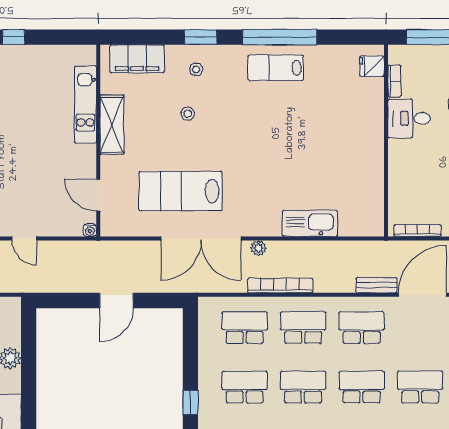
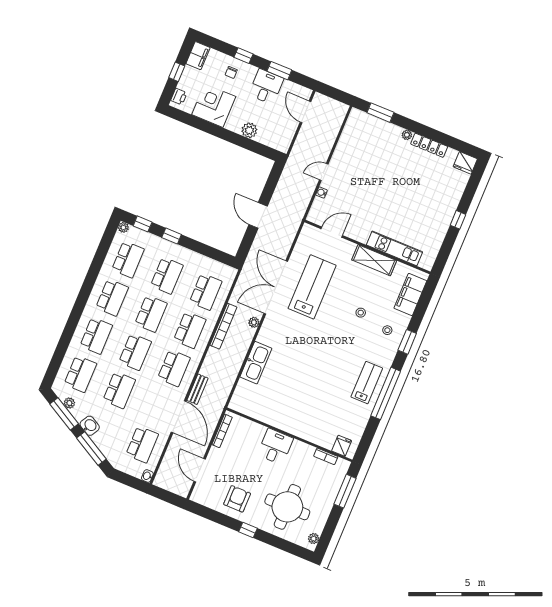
desk: (409, 118) -> (275, 447), moved
water cooler: (90, 230) -> (322, 193), moved

